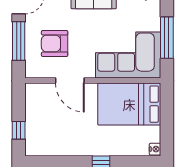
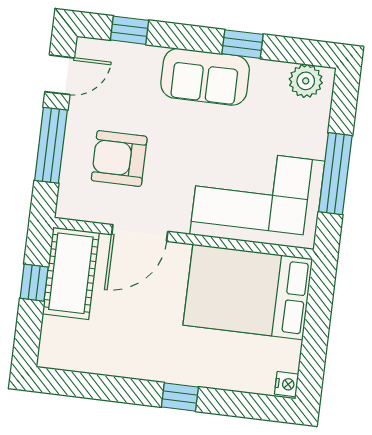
door: (70, 81) -> (140, 233), hinge flipped
cot: (37, 106) -> (71, 273), added
window: (19, 130) -> (34, 283), moved

